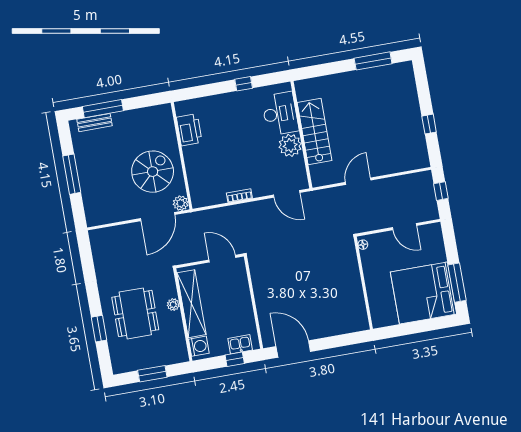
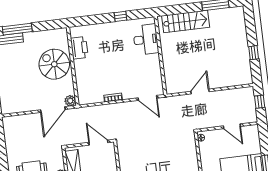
stairs: (314, 131) -> (186, 21), moved, turned 90
plant: (290, 145) -> (152, 63), removed
spiral stairs: (153, 172) -> (54, 64), moved, turned -90

